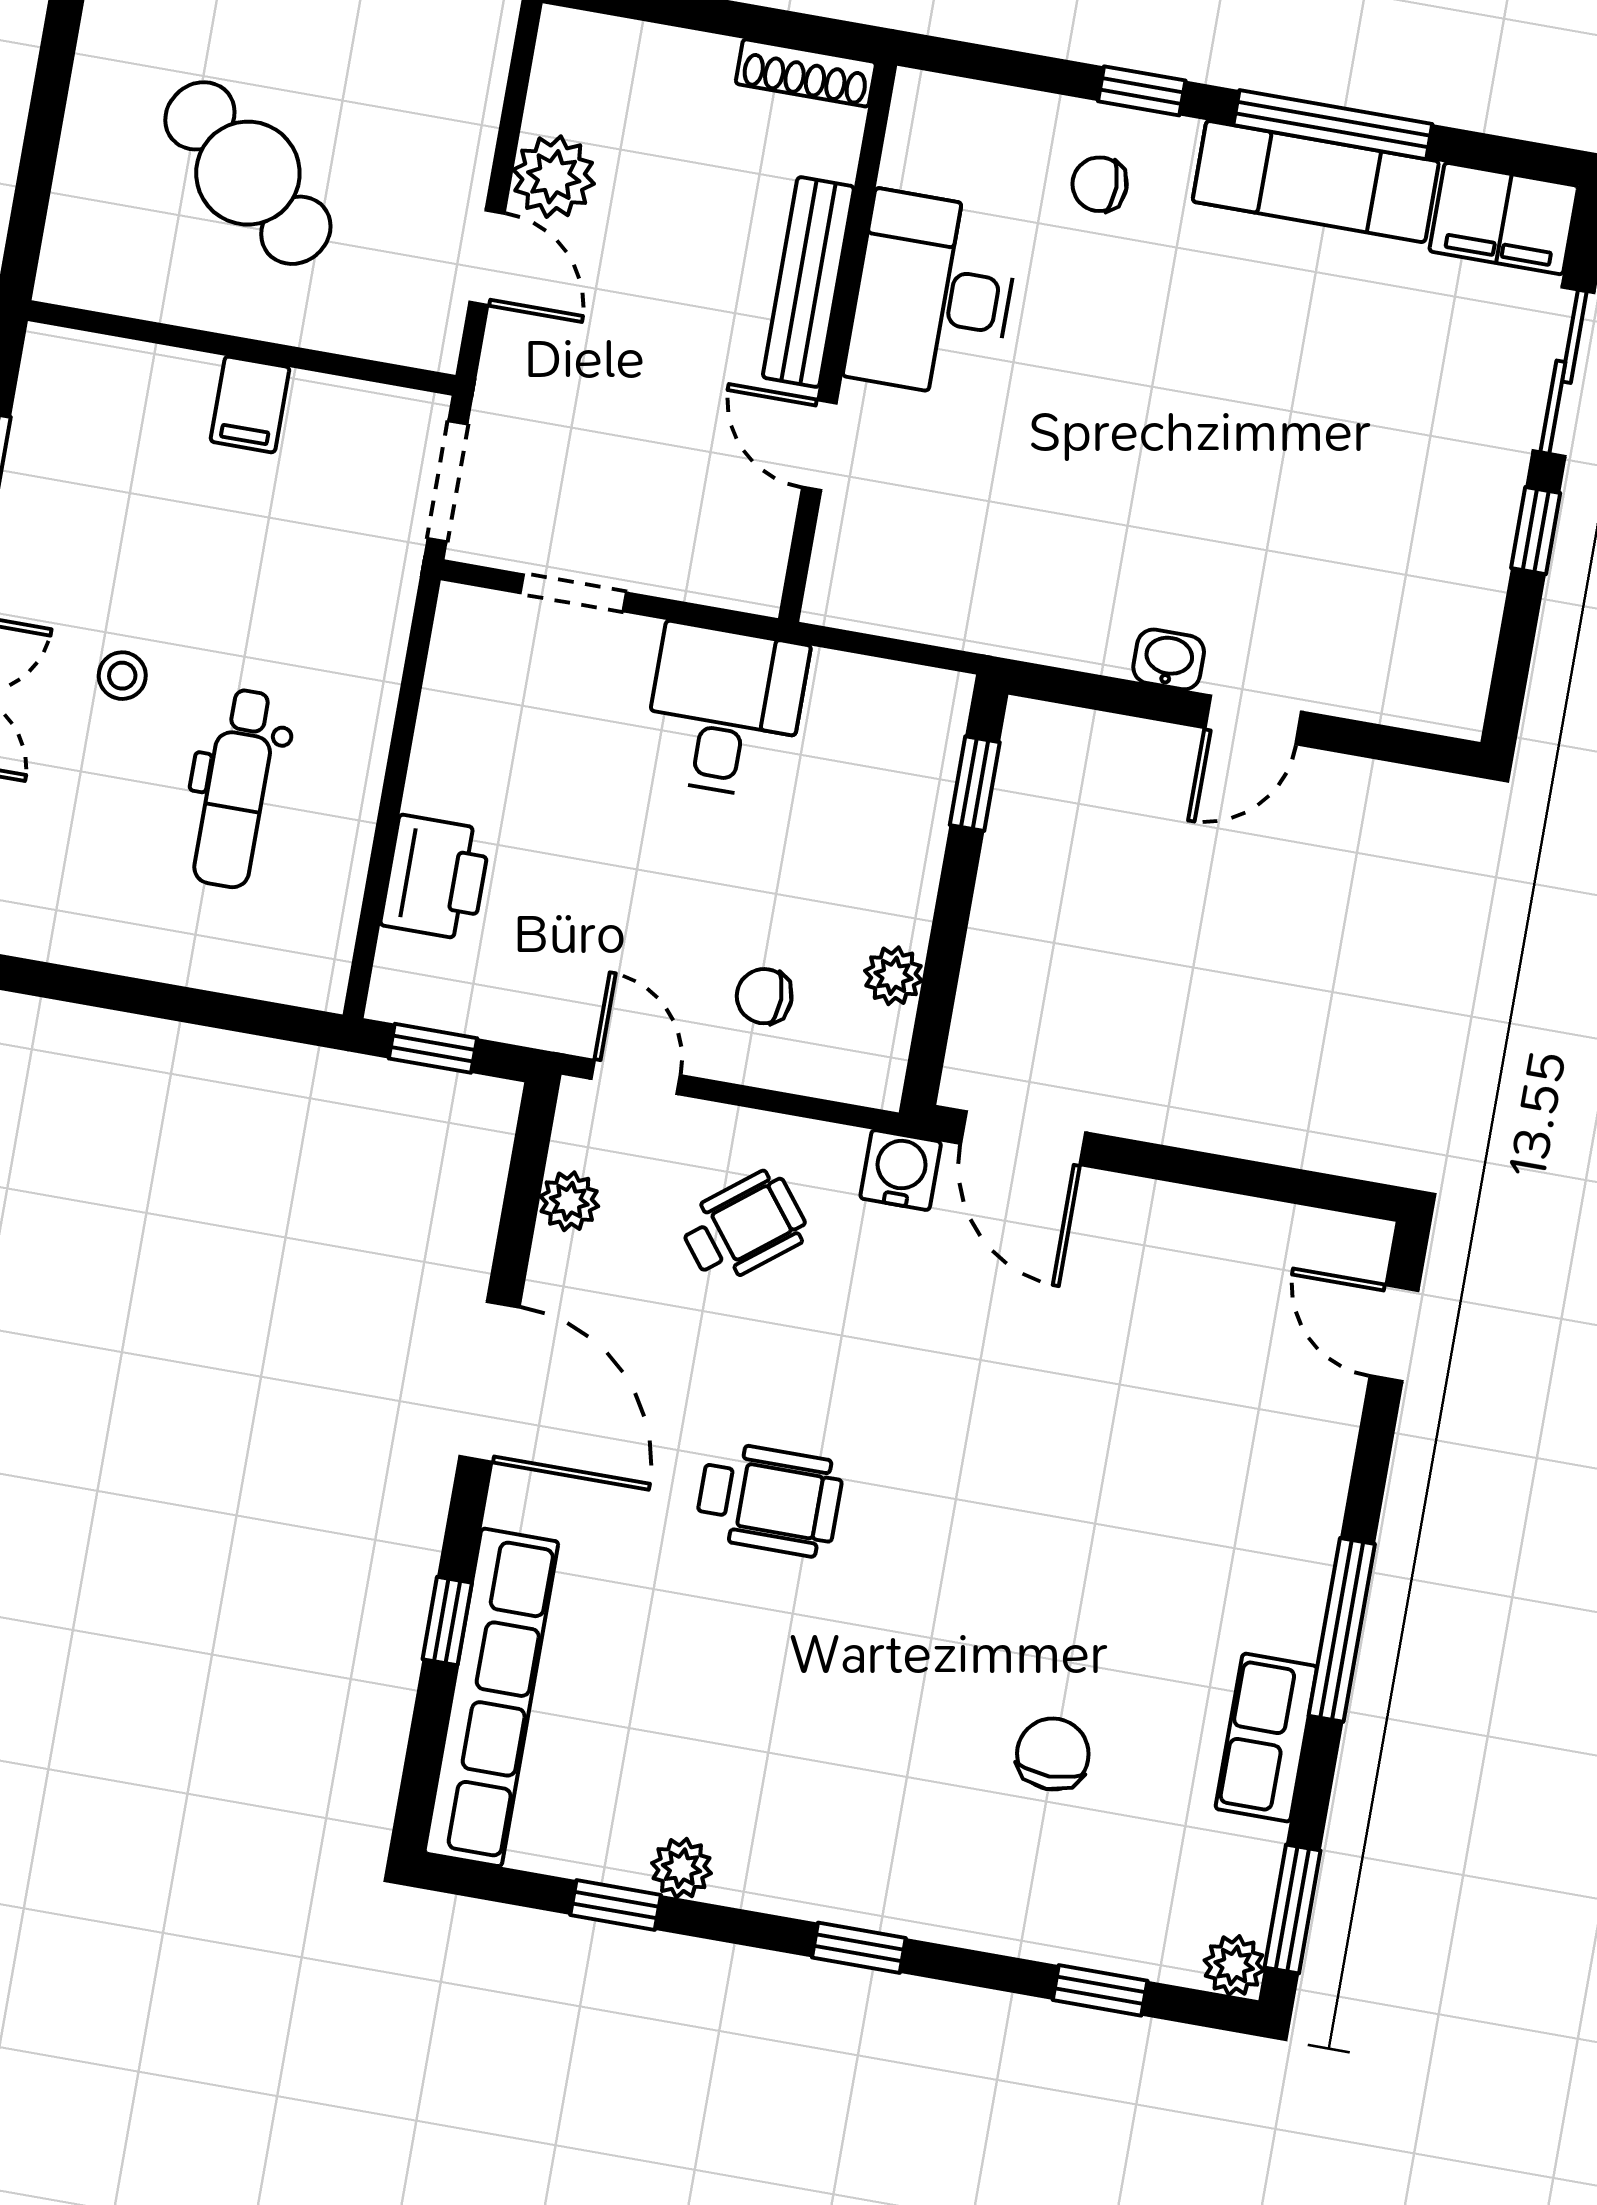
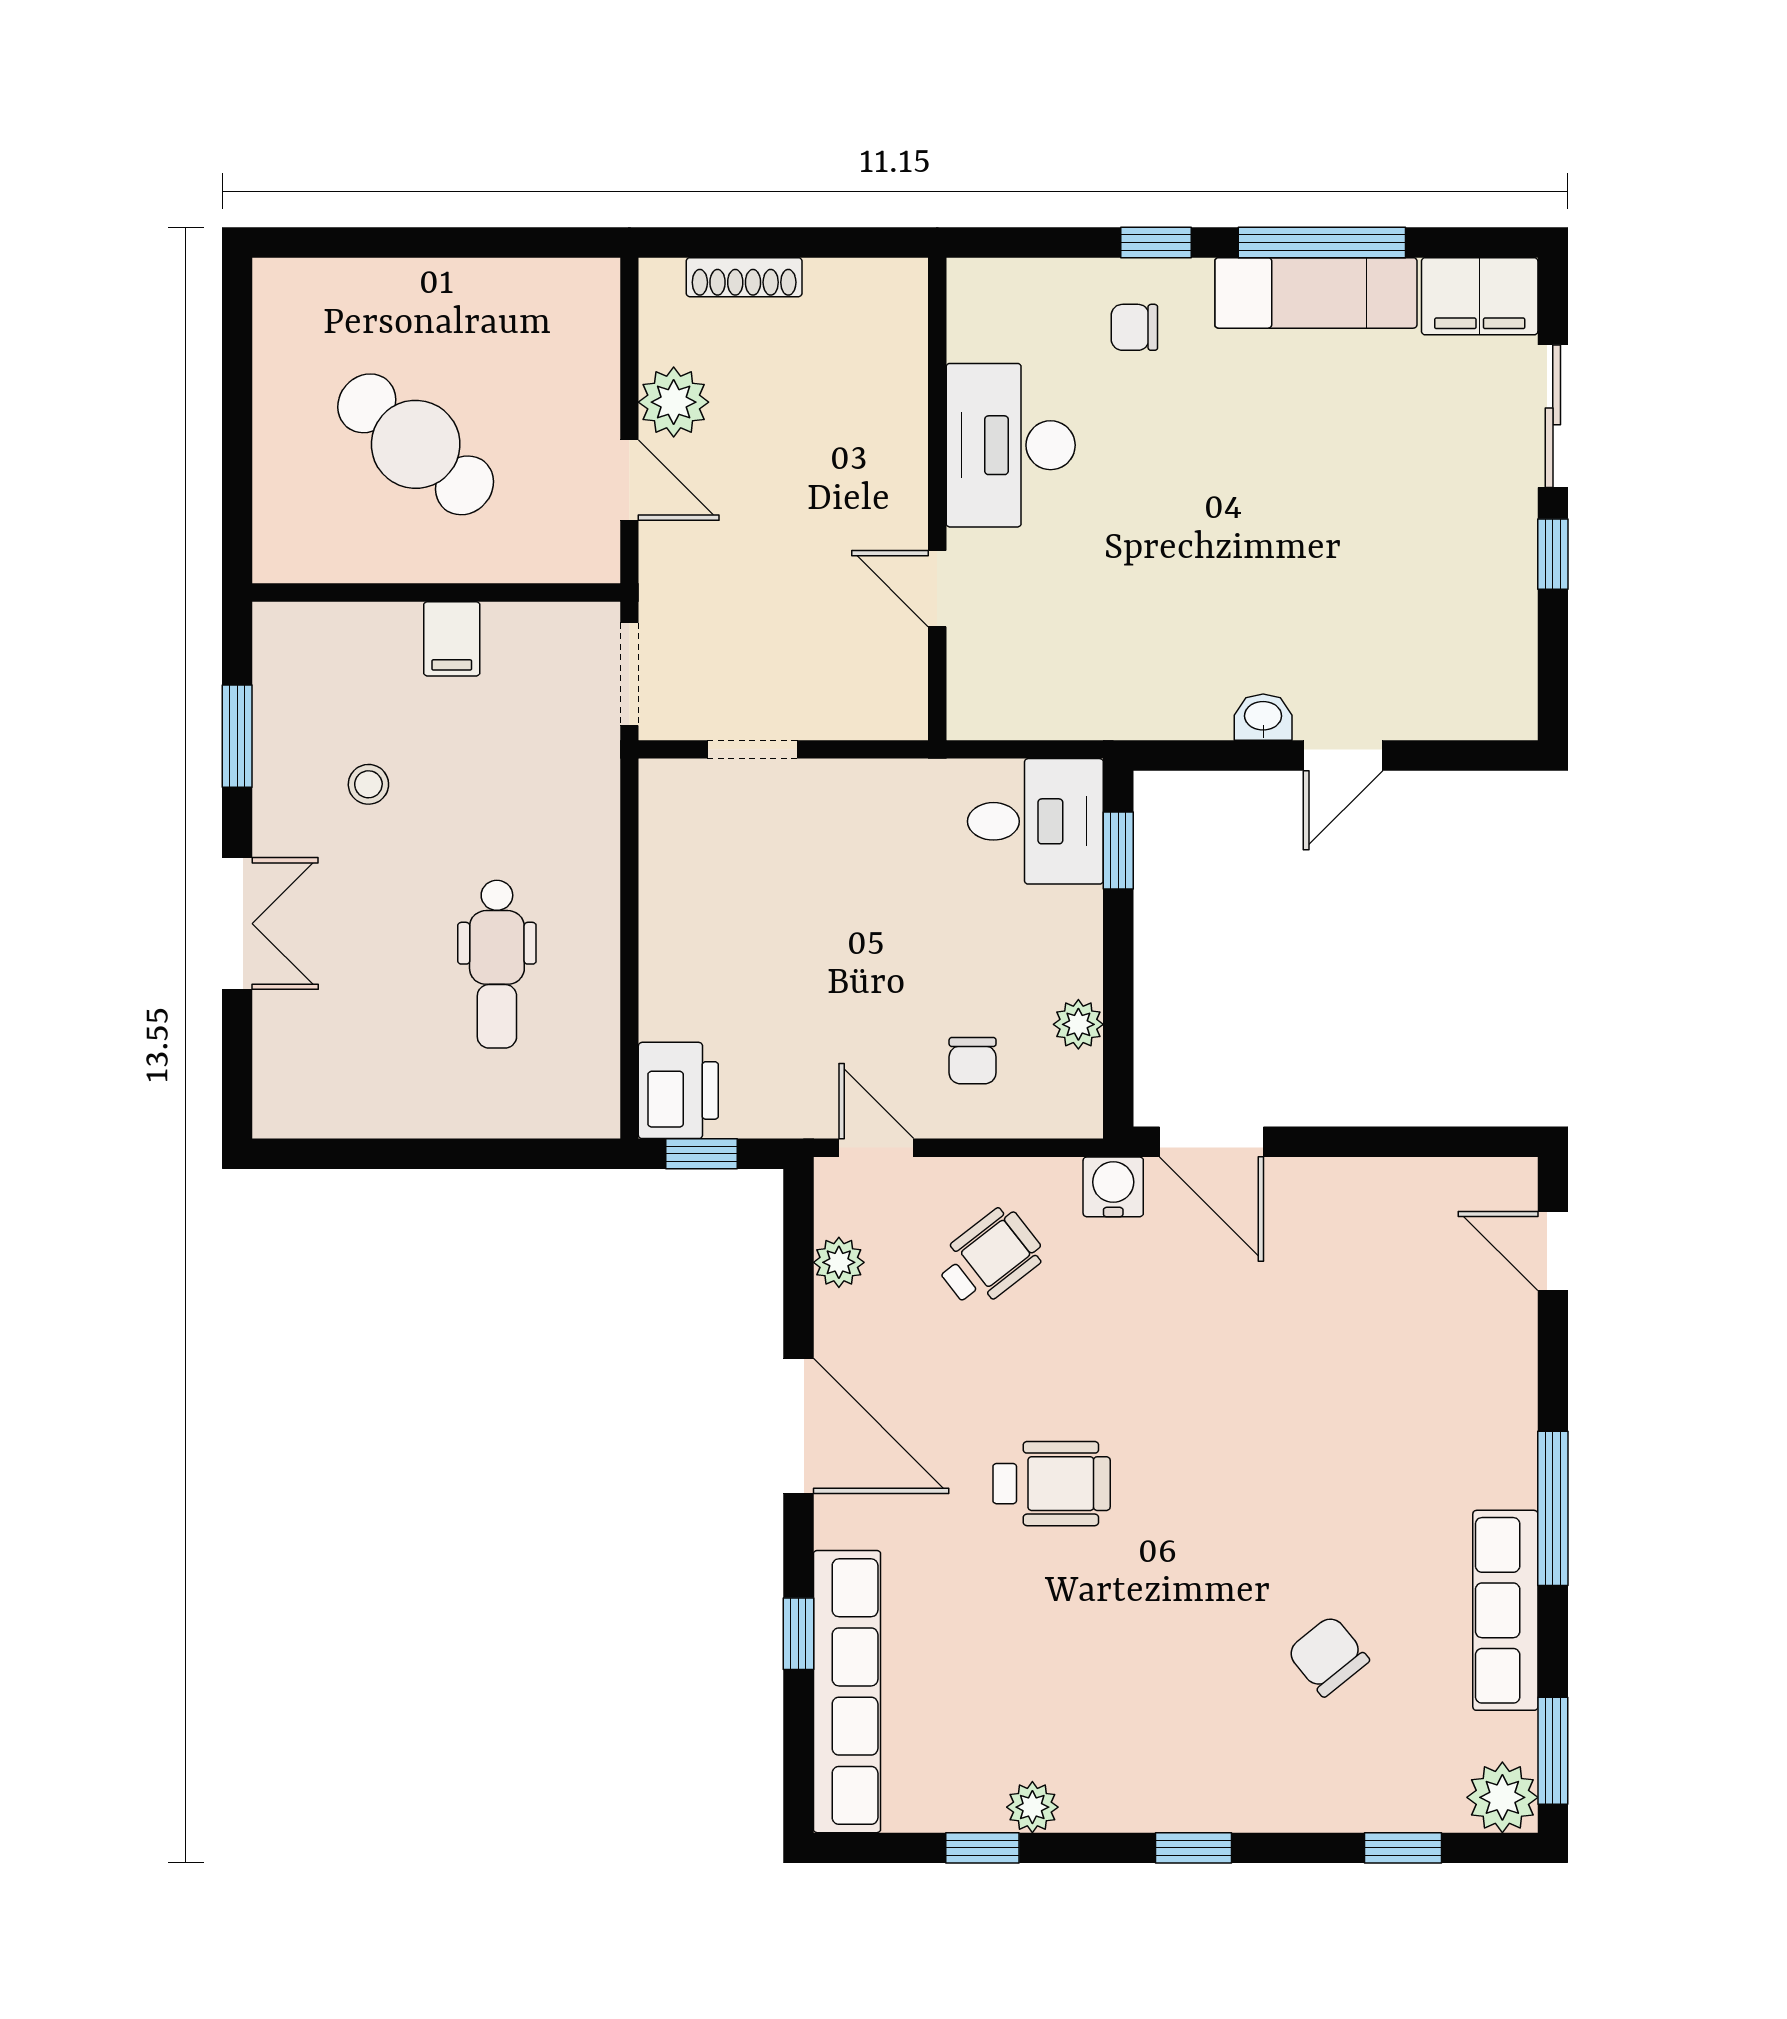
shoe rack: (806, 73) -> (744, 277), moved
bench: (808, 282) -> (904, 453), removed
stool: (122, 676) -> (368, 784), moved
desk: (725, 711) -> (1035, 821), moved, turned 90
printer: (436, 878) -> (678, 1090), moved
chair: (764, 996) -> (973, 1061), turned -90
row of seats: (1266, 1738) -> (1505, 1610), width x1.48
chair: (1053, 1754) -> (1328, 1656), turned -39
plant: (1234, 1965) -> (1502, 1797), width x1.38, depth x1.38

